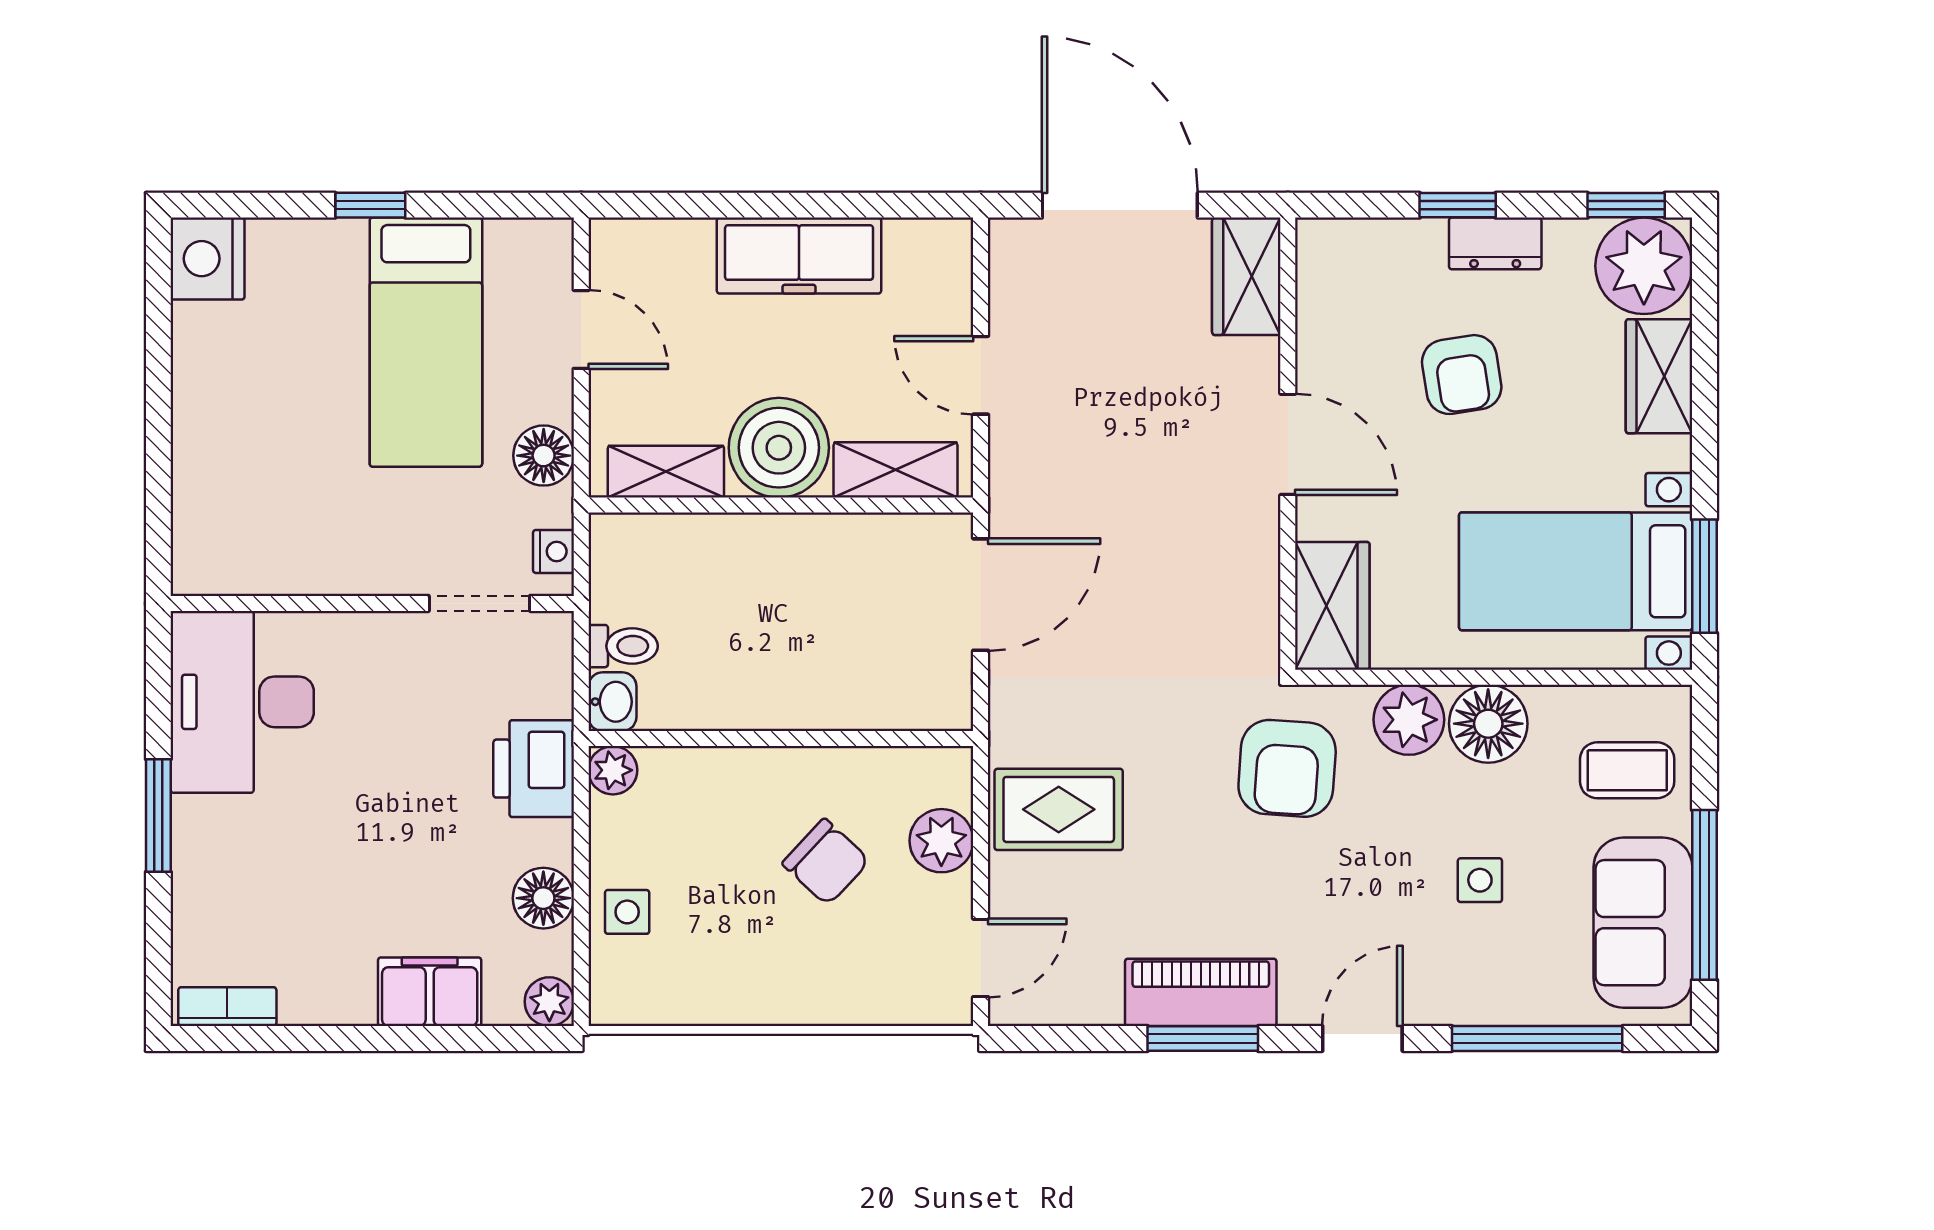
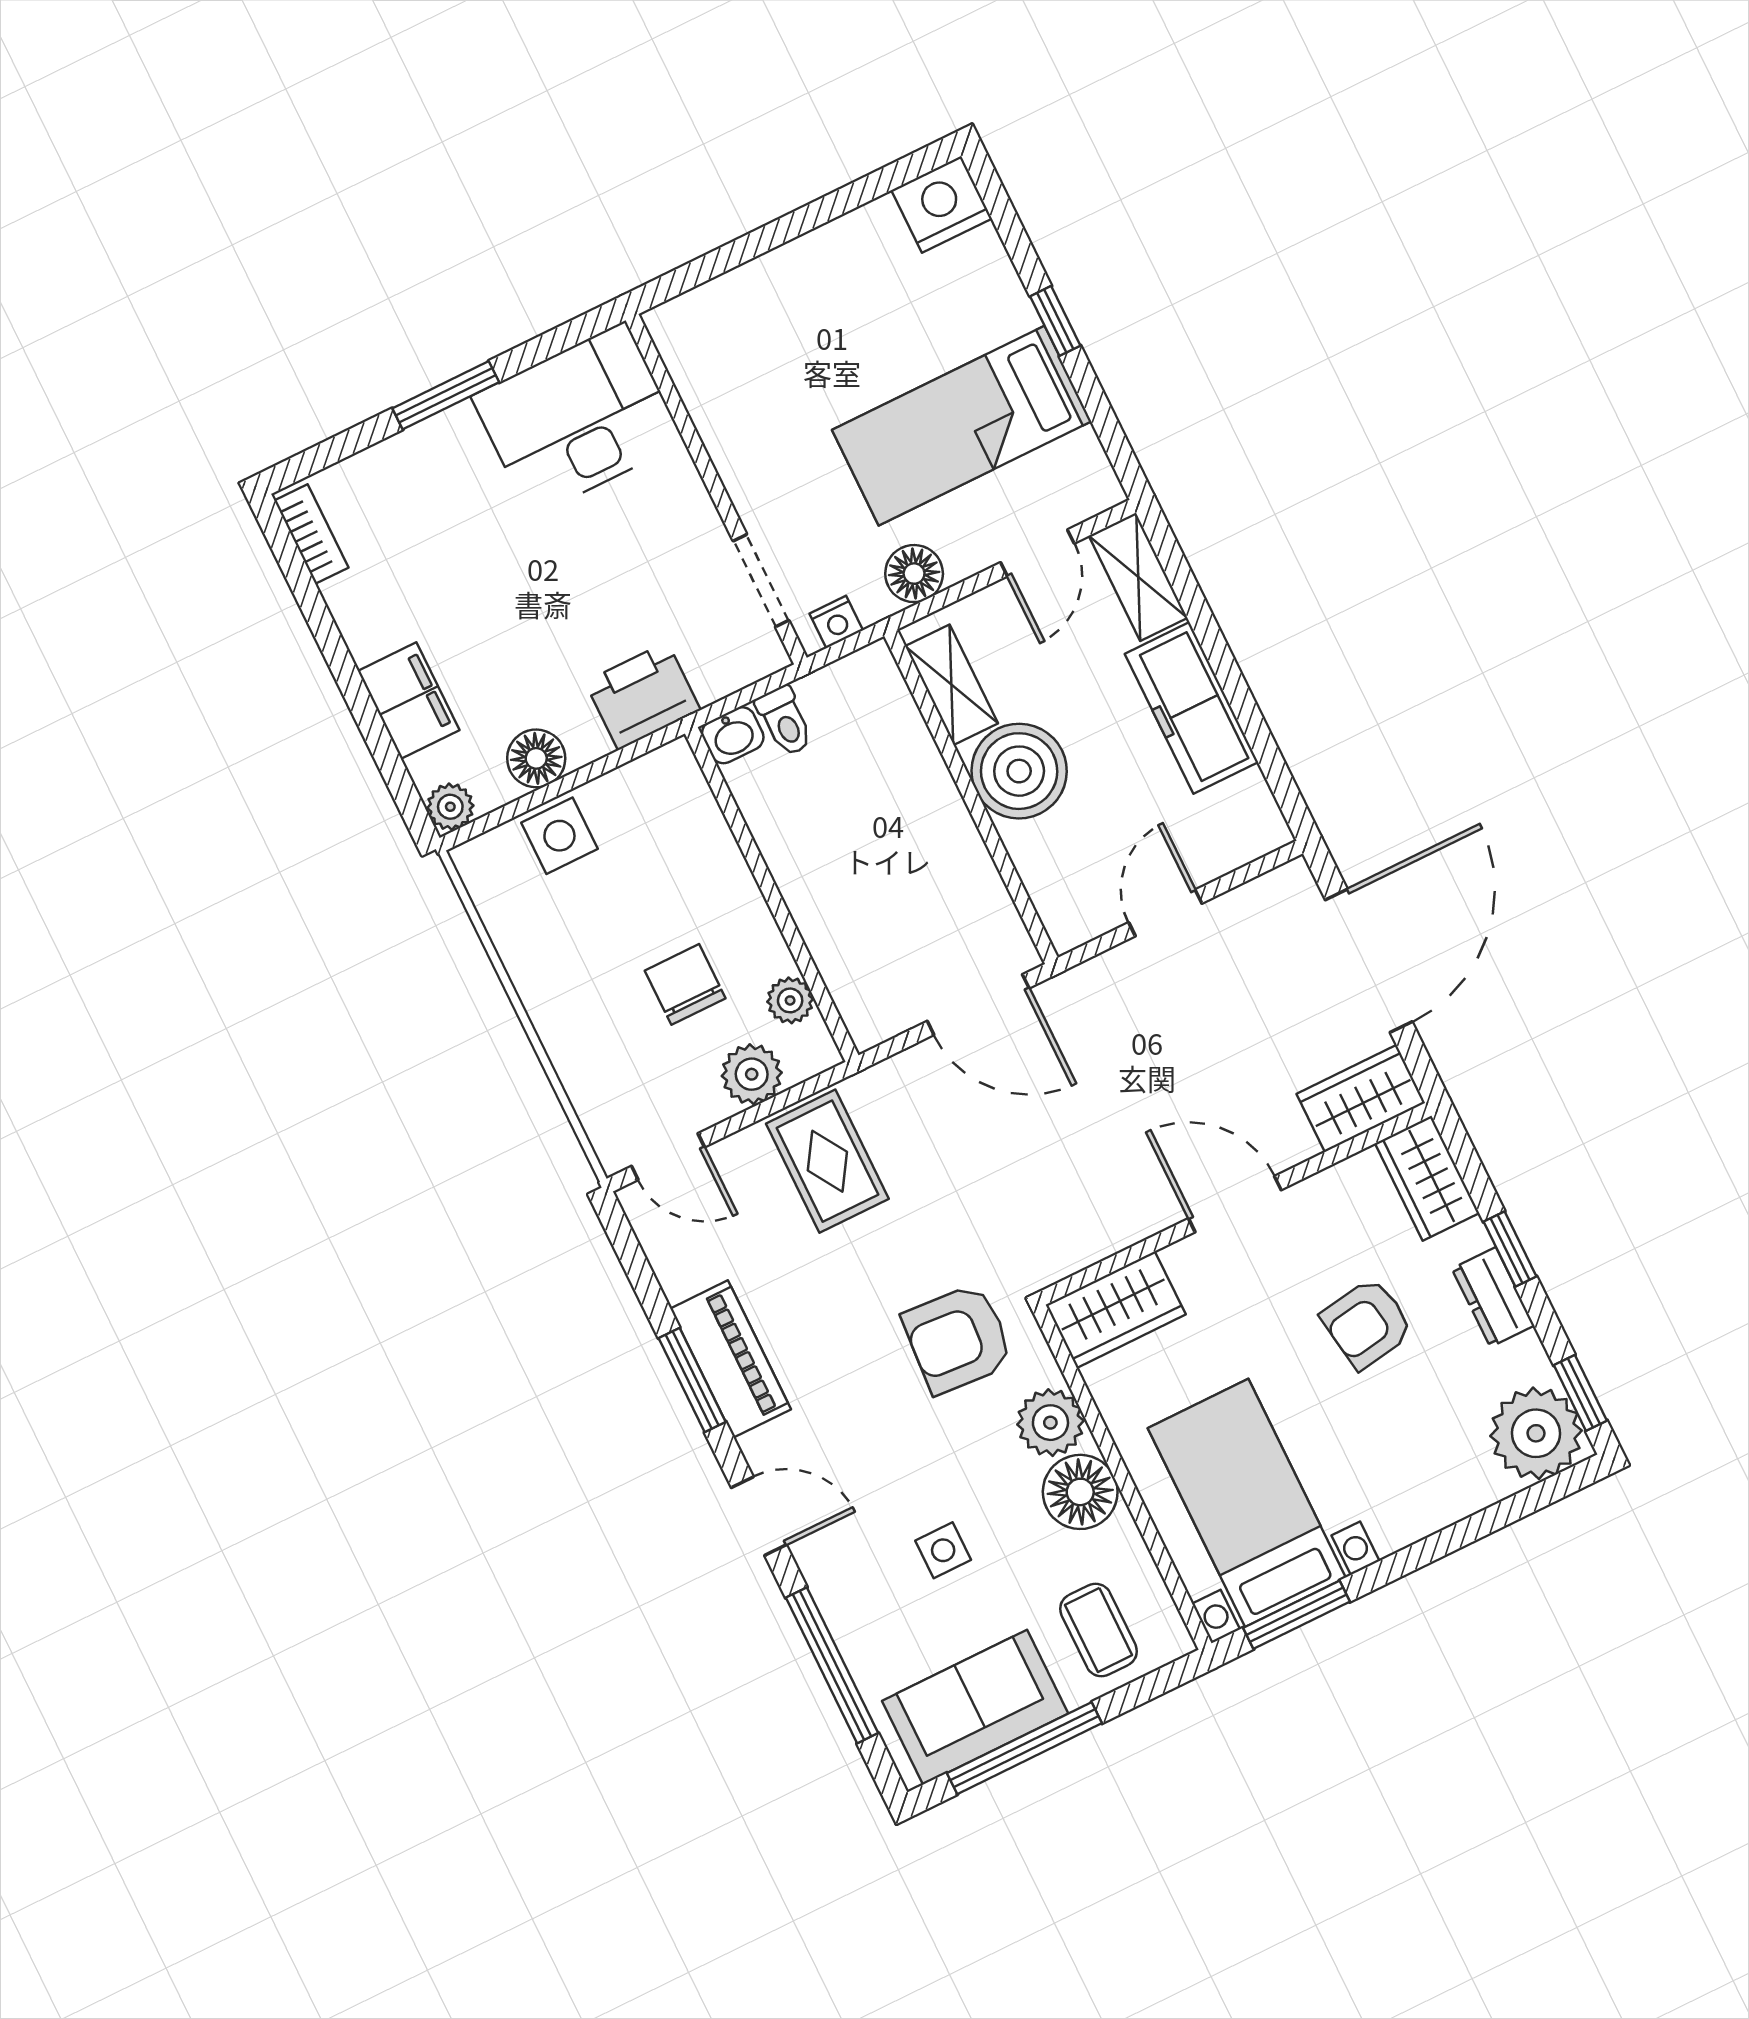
wardrobe: (1659, 376) -> (1427, 1178), moved, turned -90
door: (1288, 444) -> (1235, 1204), swing flipped
shelving: (895, 470) -> (1138, 577), moved
plant: (613, 770) -> (790, 1000), moved
chair: (826, 862) -> (685, 984), turned 137
side table: (627, 912) -> (559, 836), width x1.37, depth x1.37

